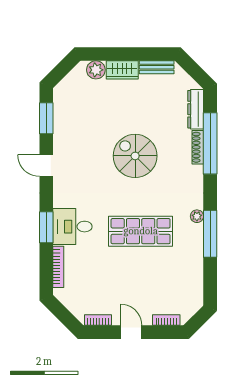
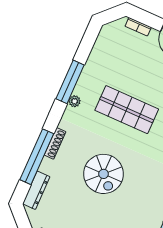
shoe rack: (198, 147) -> (55, 143), moved

